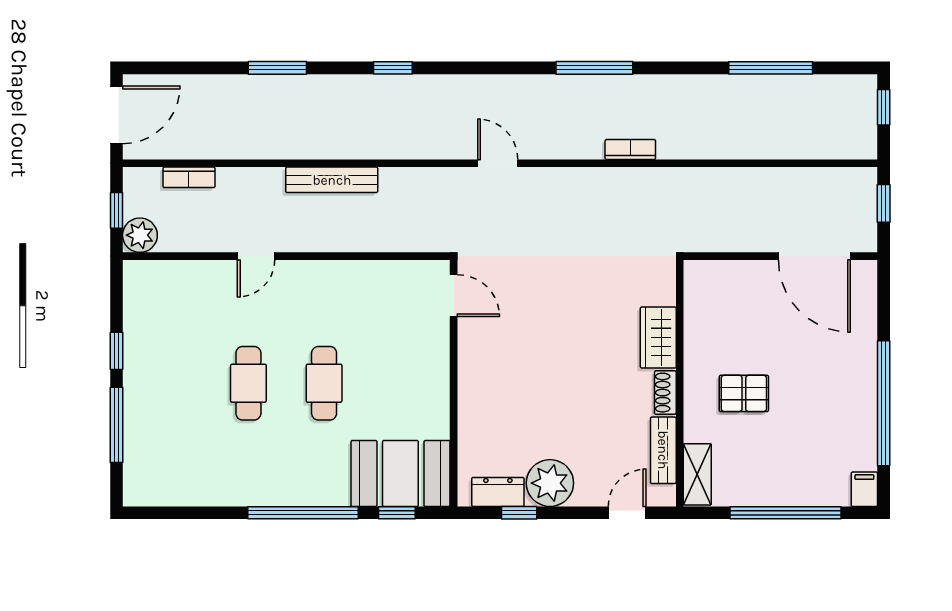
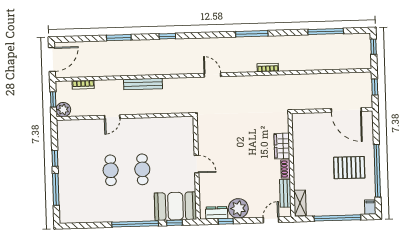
door: (454, 296) -> (197, 164), moved
pallet: (744, 393) -> (349, 168), moved, width x1.50, depth x1.42

